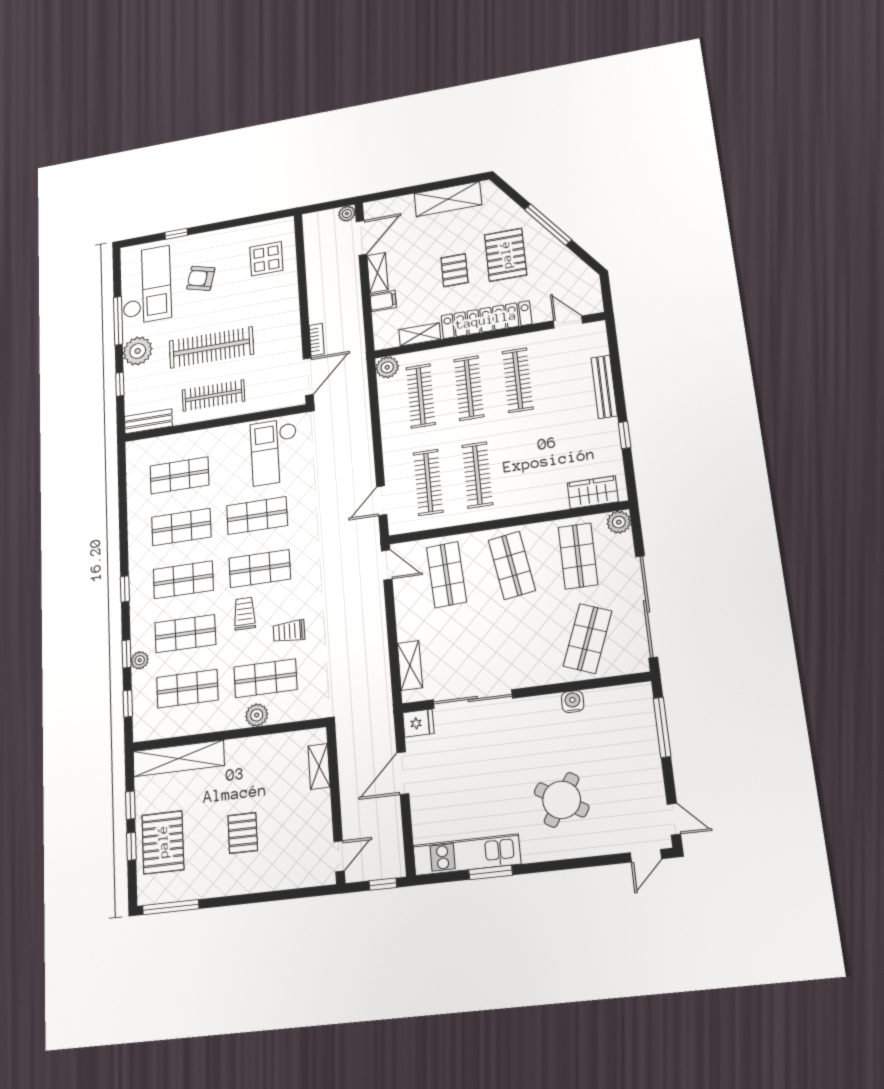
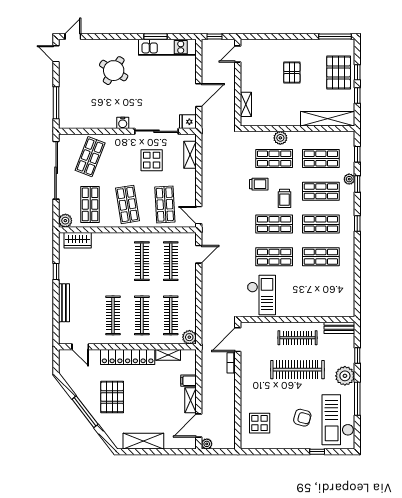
pallet: (454, 270) -> (144, 393), removed
shop shelf: (179, 475) -> (321, 290), removed
display table: (477, 647) -> (152, 160), added
water cooler: (573, 702) -> (123, 123), moved

